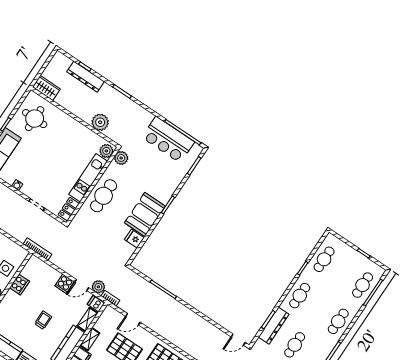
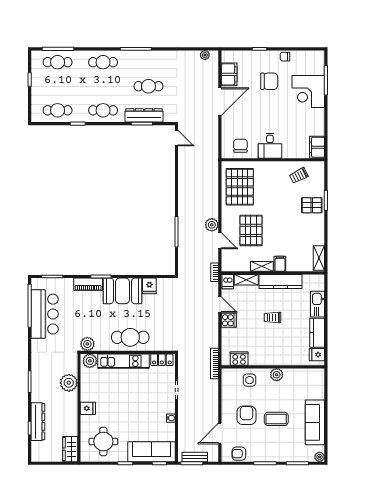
fridge: (70, 124) -> (88, 408), added
piano: (169, 190) -> (88, 284), added
cooker: (19, 284) -> (239, 359), moved
plant: (98, 287) -> (212, 225), moved

